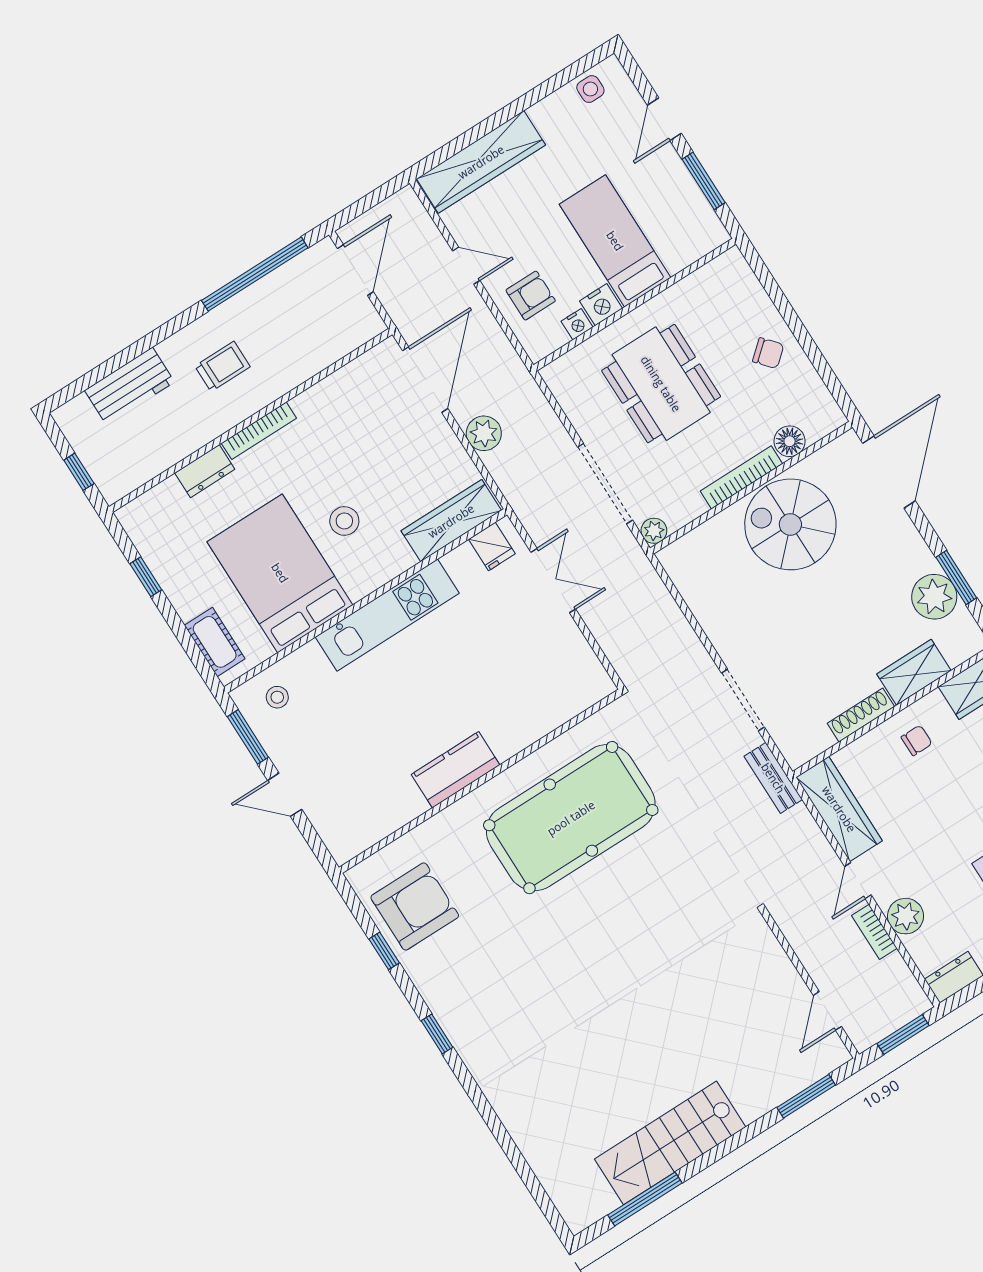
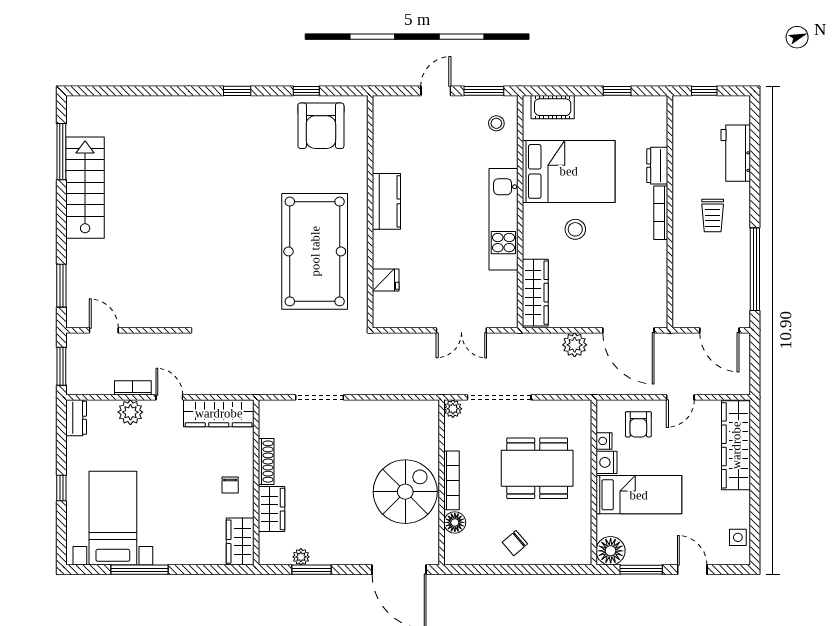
floor lamp: (704, 232) -> (611, 551), added
fridge: (492, 547) -> (386, 280), moved, turned 180
plant: (934, 597) -> (301, 557), width x0.53, depth x0.53
bench: (773, 778) -> (262, 386), removed

